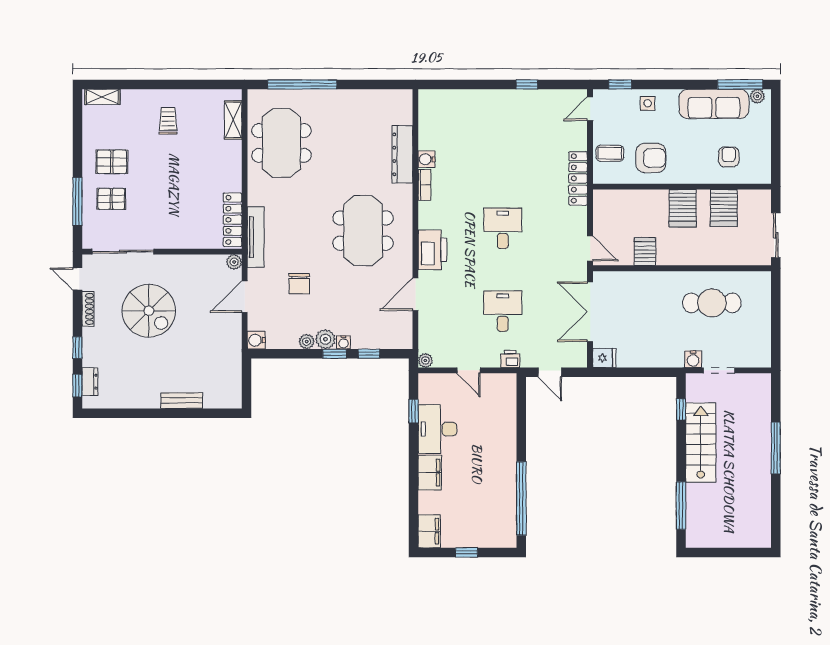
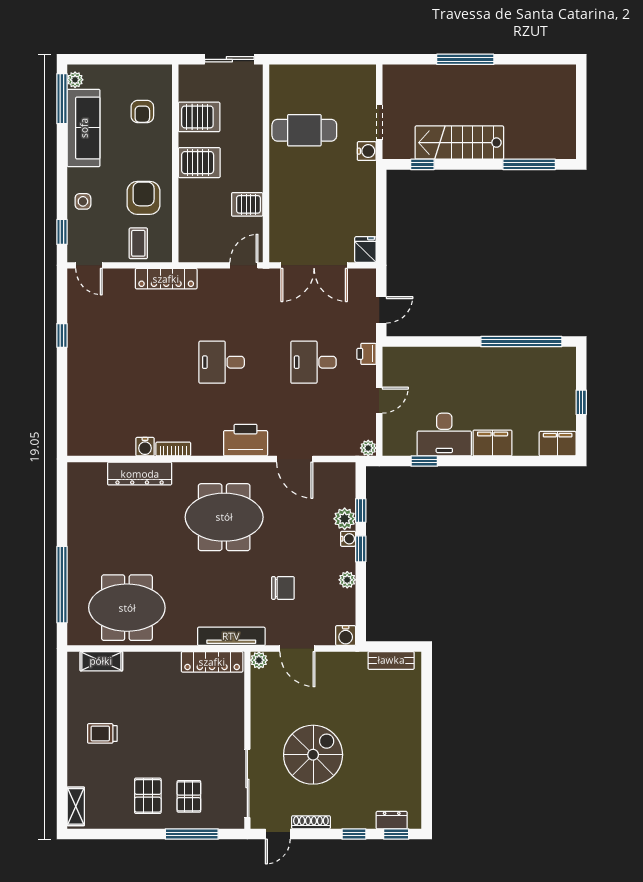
armchair: (729, 157) -> (142, 112), turned -90
cafe table: (712, 303) -> (304, 130), turned 90
plant: (325, 339) -> (345, 519), moved
bench: (182, 401) -> (391, 660), moved, turned 90

